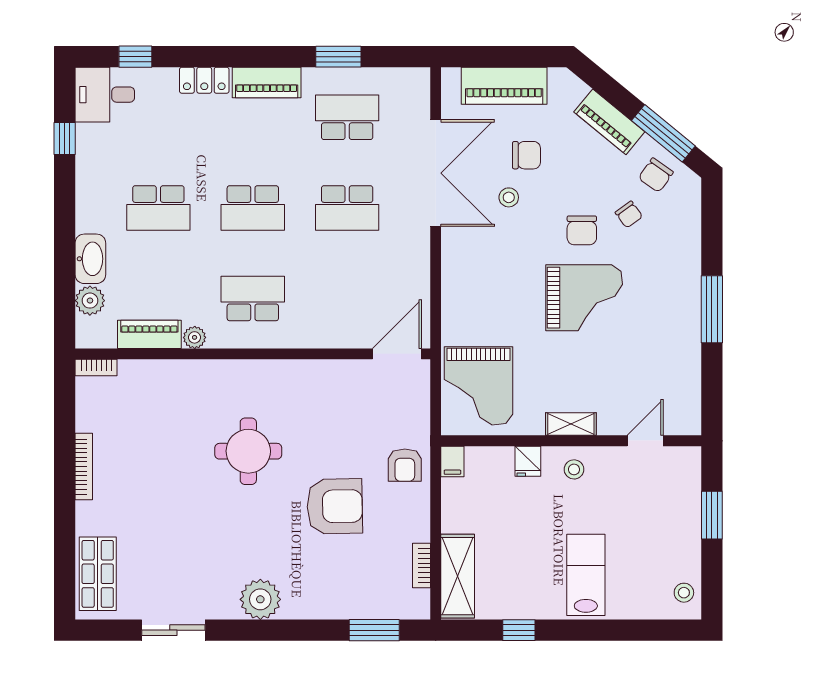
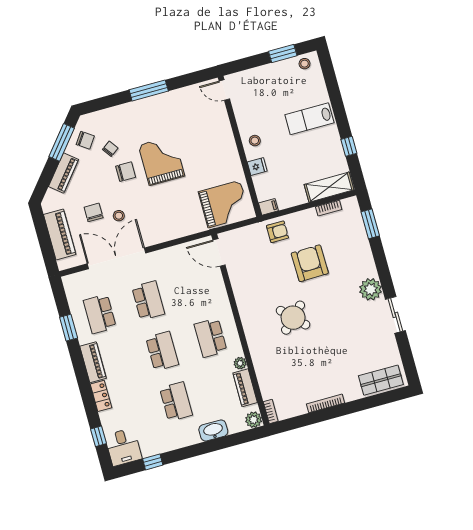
plant: (90, 301) -> (254, 420), moved
shelving: (571, 424) -> (231, 149), removed
door: (645, 441) -> (224, 90), moved
round table: (248, 451) -> (293, 318), turned 45
window: (712, 515) -> (283, 53), moved
sliding door: (173, 630) -> (395, 315), moved

